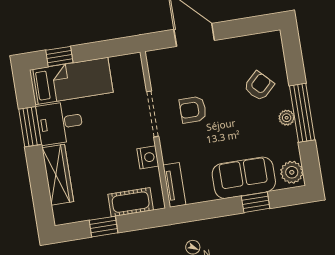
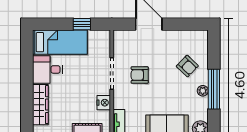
window: (59, 56) -> (82, 24), moved
armchair: (259, 86) -> (187, 66), turned 88
window: (30, 127) -> (27, 69), removed

